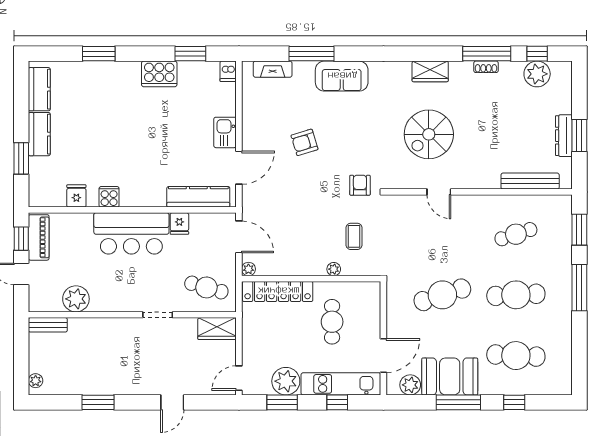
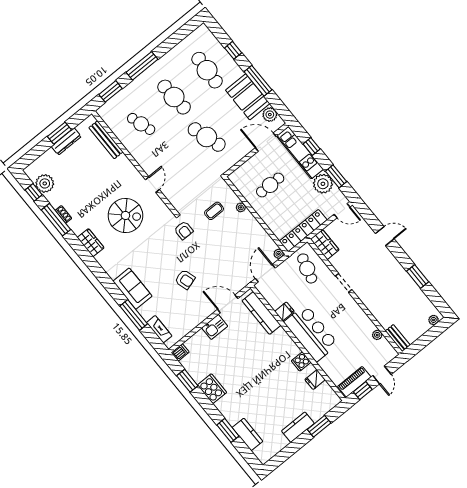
kitchen counter: (39, 89) -> (247, 434), moved, turned 90
armchair: (360, 185) -> (184, 230), turned -90
locker: (278, 291) -> (303, 231), moved, turned -90
plant: (76, 299) -> (377, 335), width x0.53, depth x0.53

